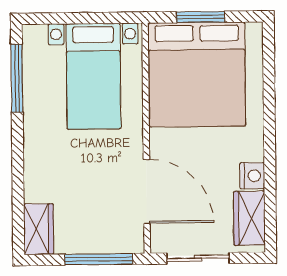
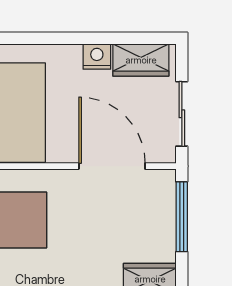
door: (147, 191) -> (112, 166), hinge flipped

